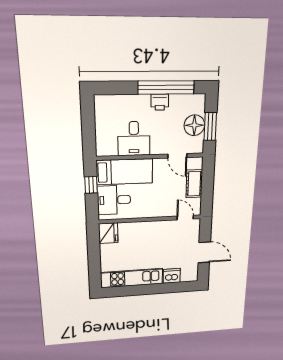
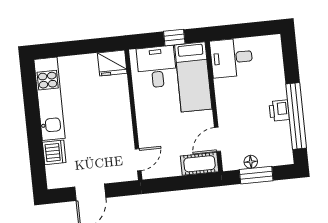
floor lamp: (194, 125) -> (251, 162), width x0.53, depth x0.53
desk: (134, 139) -> (232, 58), moved
cot: (194, 184) -> (199, 164), moved

